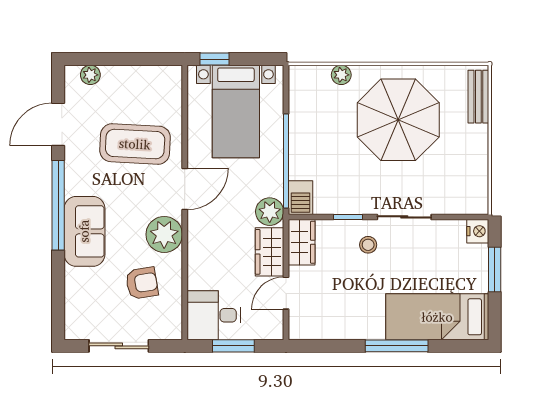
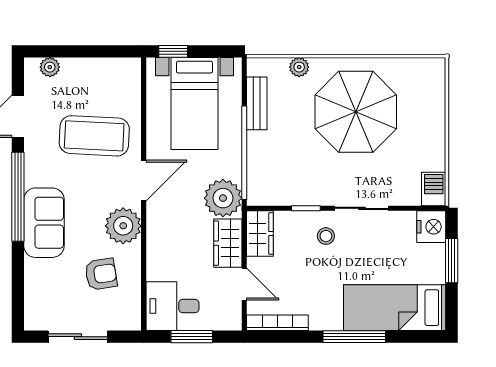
bench: (478, 97) -> (257, 103), moved
barbecue: (300, 198) -> (434, 189), moved, turned 180
plant: (270, 212) -> (223, 198), width x1.36, depth x1.36
nightstand: (478, 231) -> (431, 227), width x1.36, depth x1.33
door: (286, 293) -> (244, 284), swing flipped
bookcase: (319, 332) -> (277, 323), added

